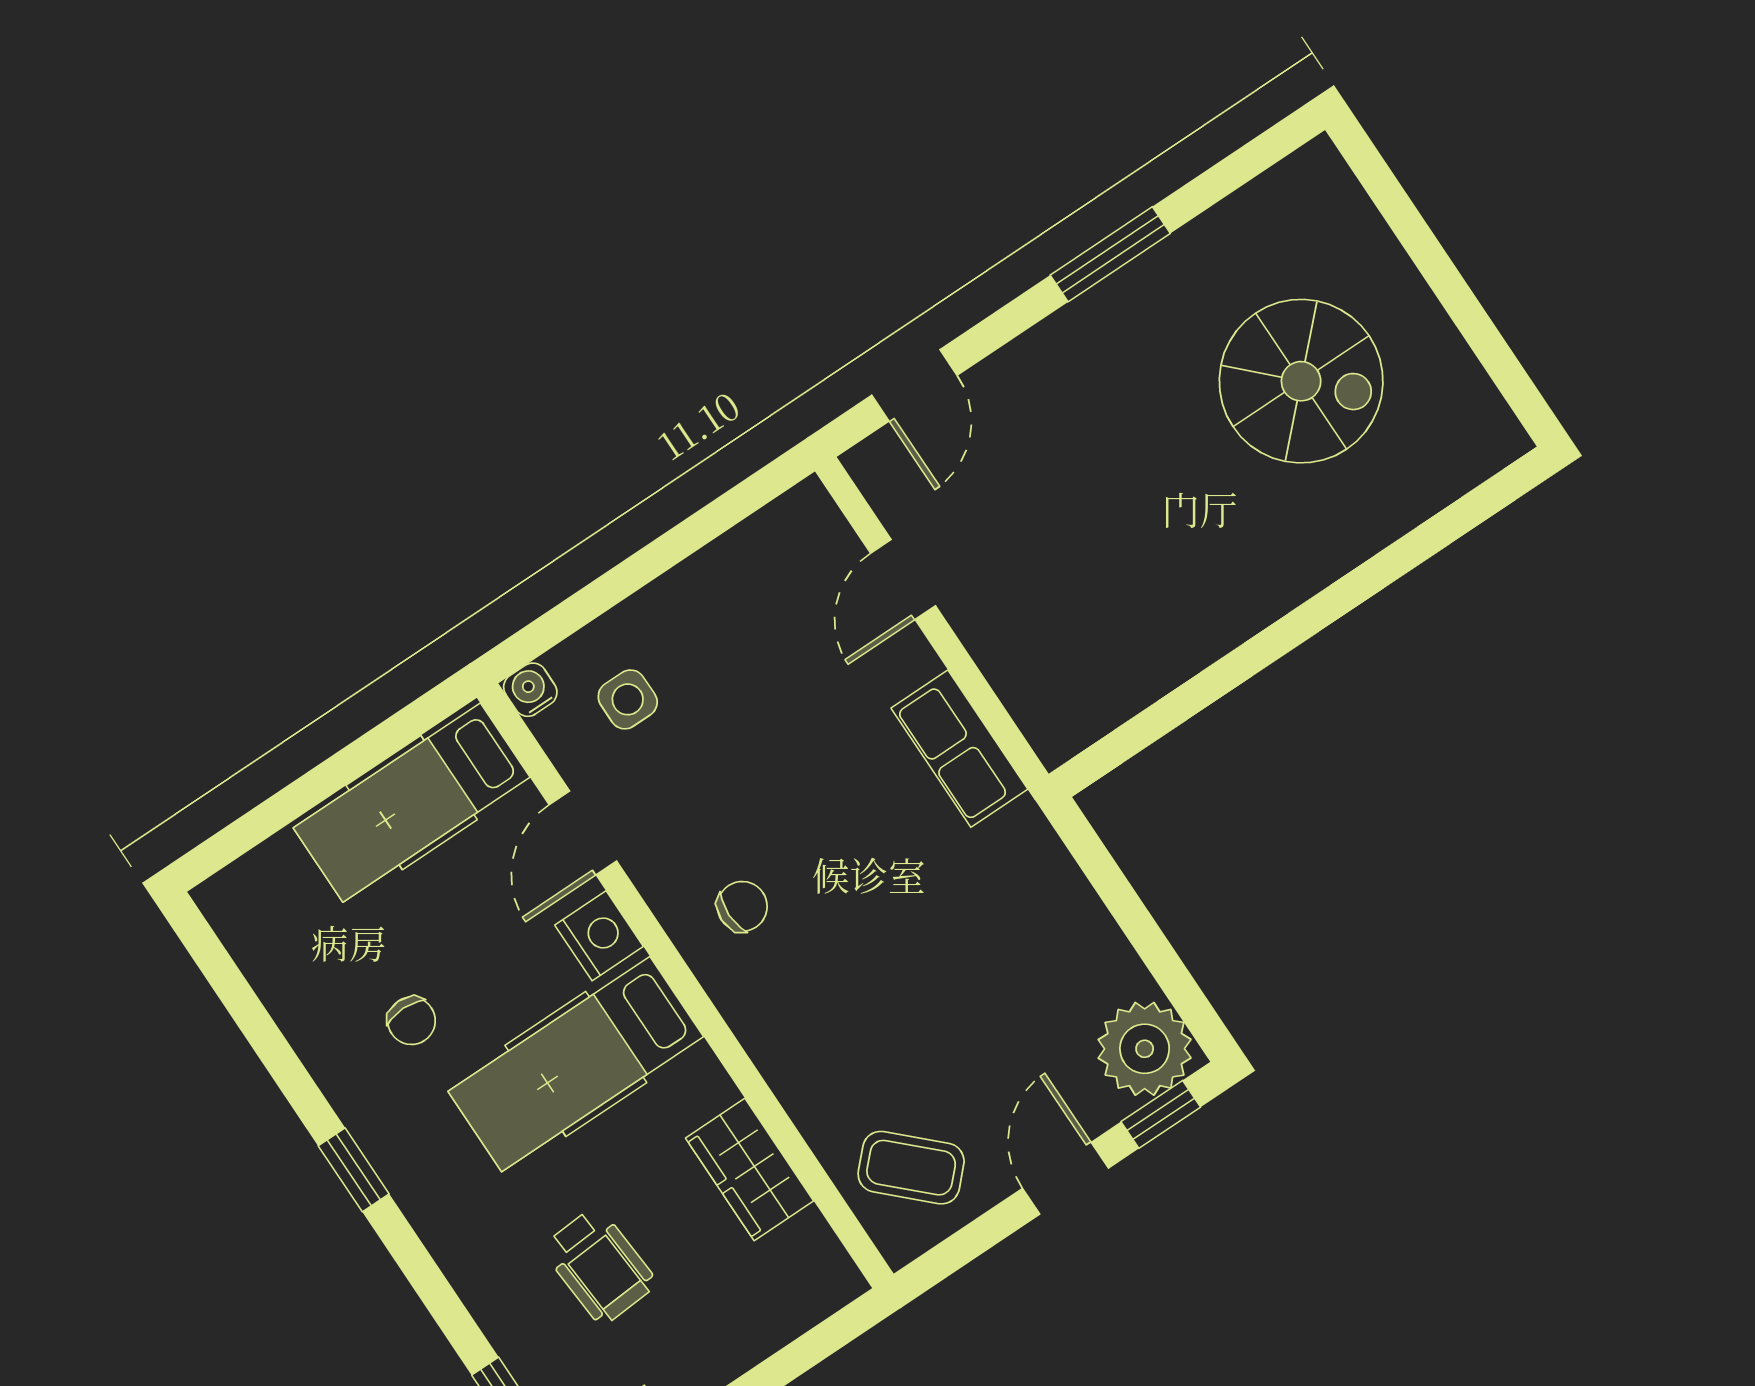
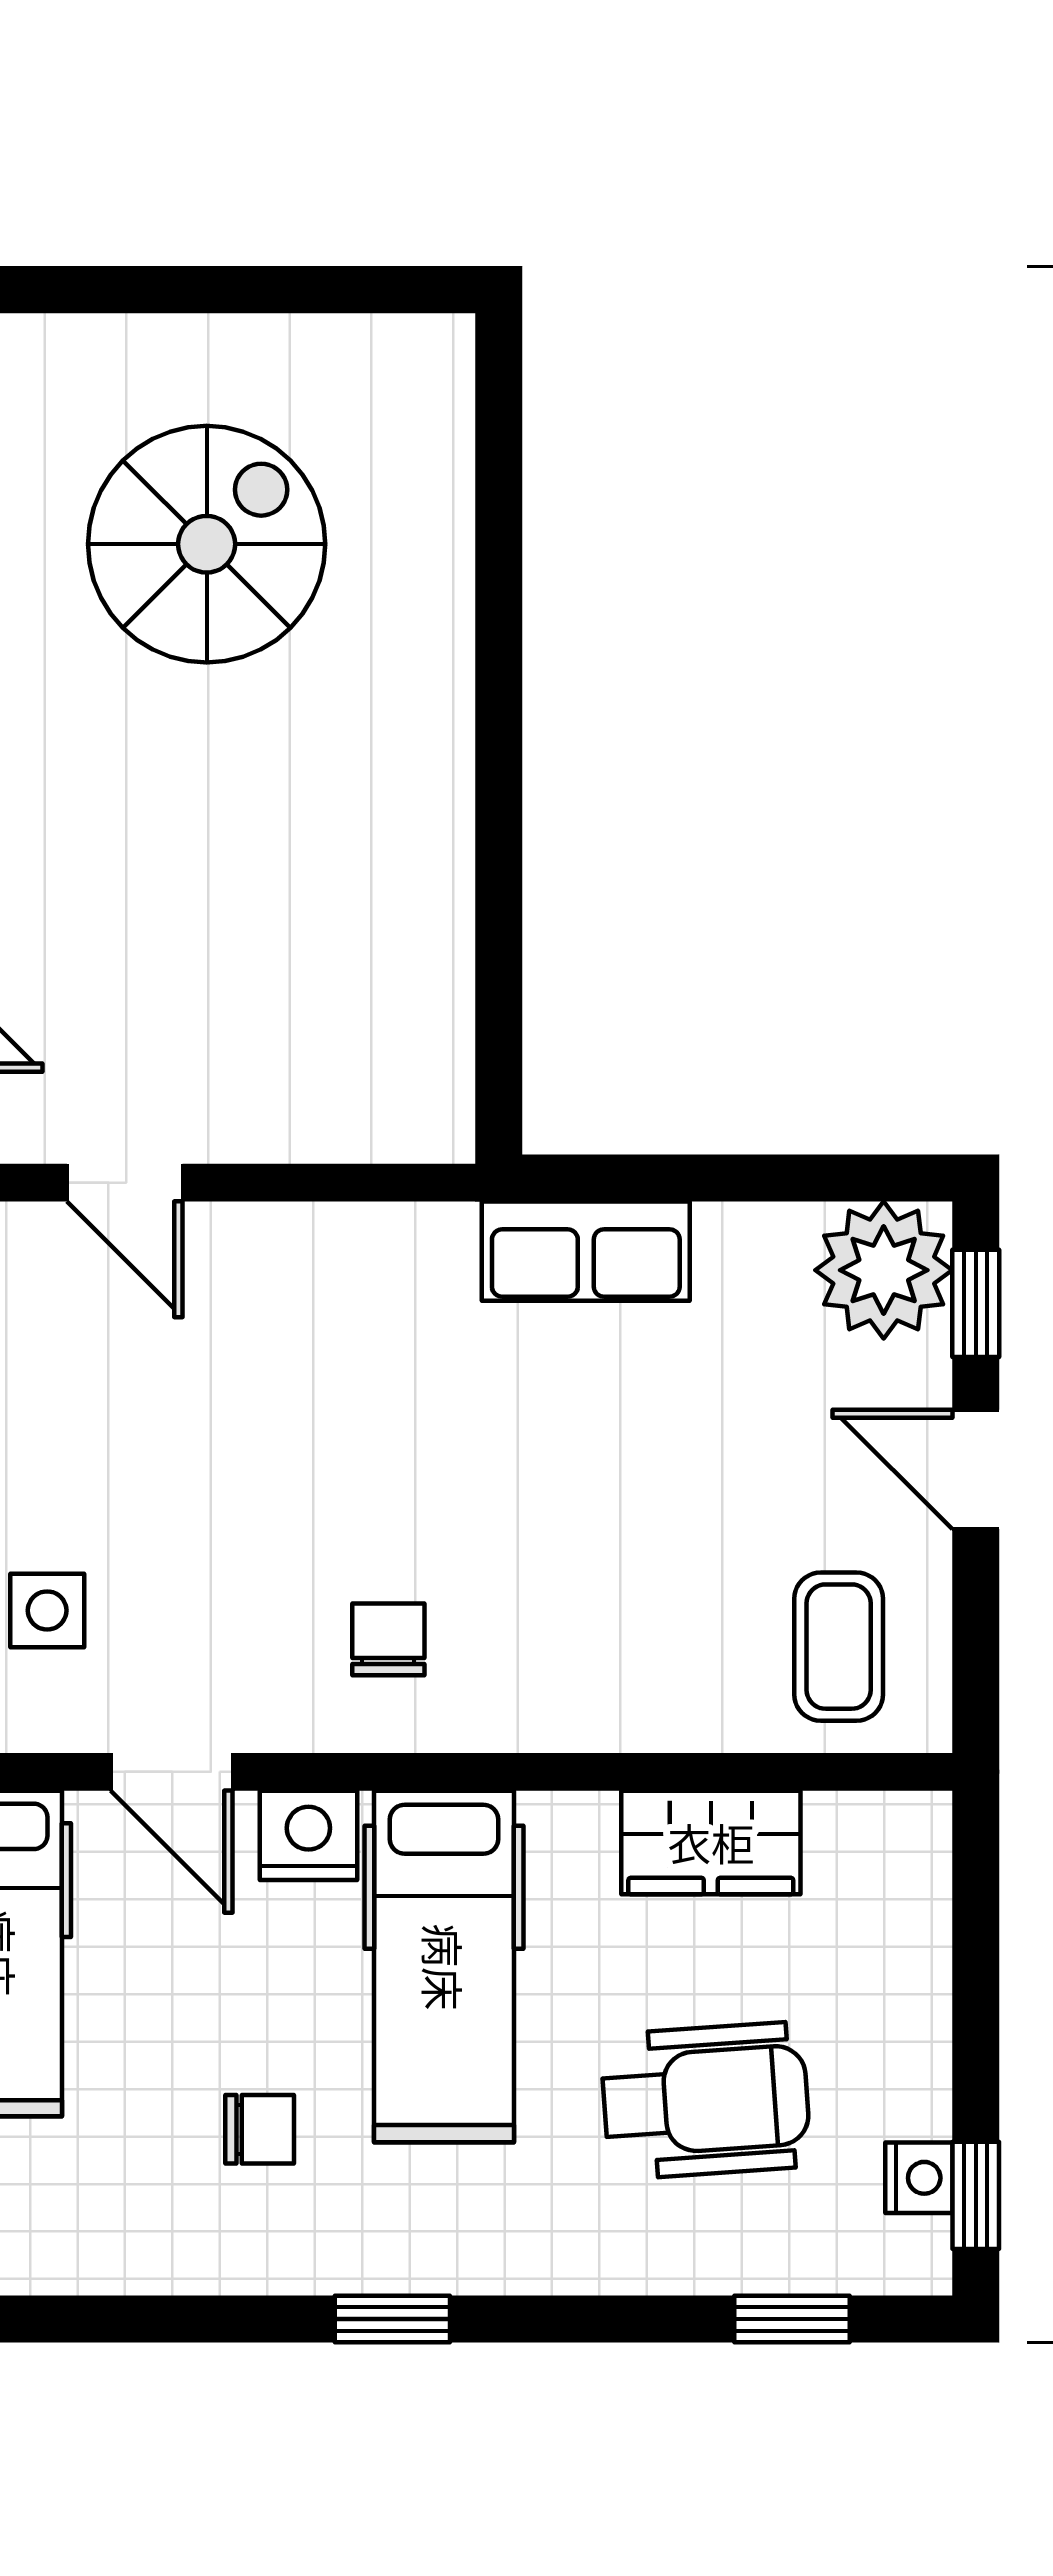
row of seats: (959, 749) -> (586, 1251), moved
coffee table: (911, 1168) -> (839, 1647), turned -44
wheelchair: (599, 1266) -> (706, 2101), width x1.36, depth x1.37

